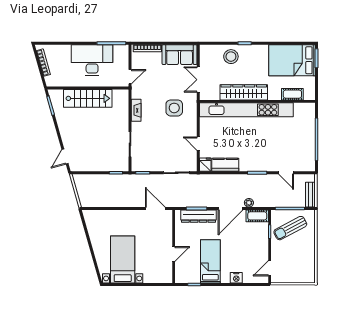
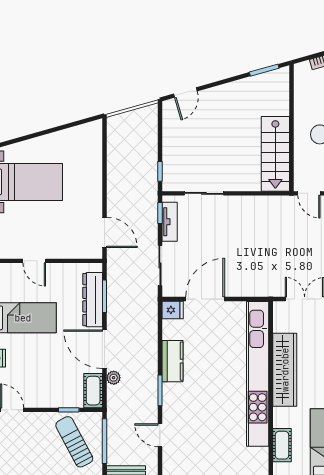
stairs: (88, 98) -> (275, 154), moved
side table: (174, 108) -> (261, 262), removed
fireplace: (136, 110) -> (257, 203), removed
door: (198, 144) -> (205, 299), width x1.87
door: (65, 156) -> (185, 92), swing flipped
kitchen counter: (225, 165) -> (172, 361), moved
tv unit: (148, 167) -> (170, 222), added
door: (286, 173) -> (160, 435), hinge flipped
door: (155, 209) -> (105, 232), hinge flipped

